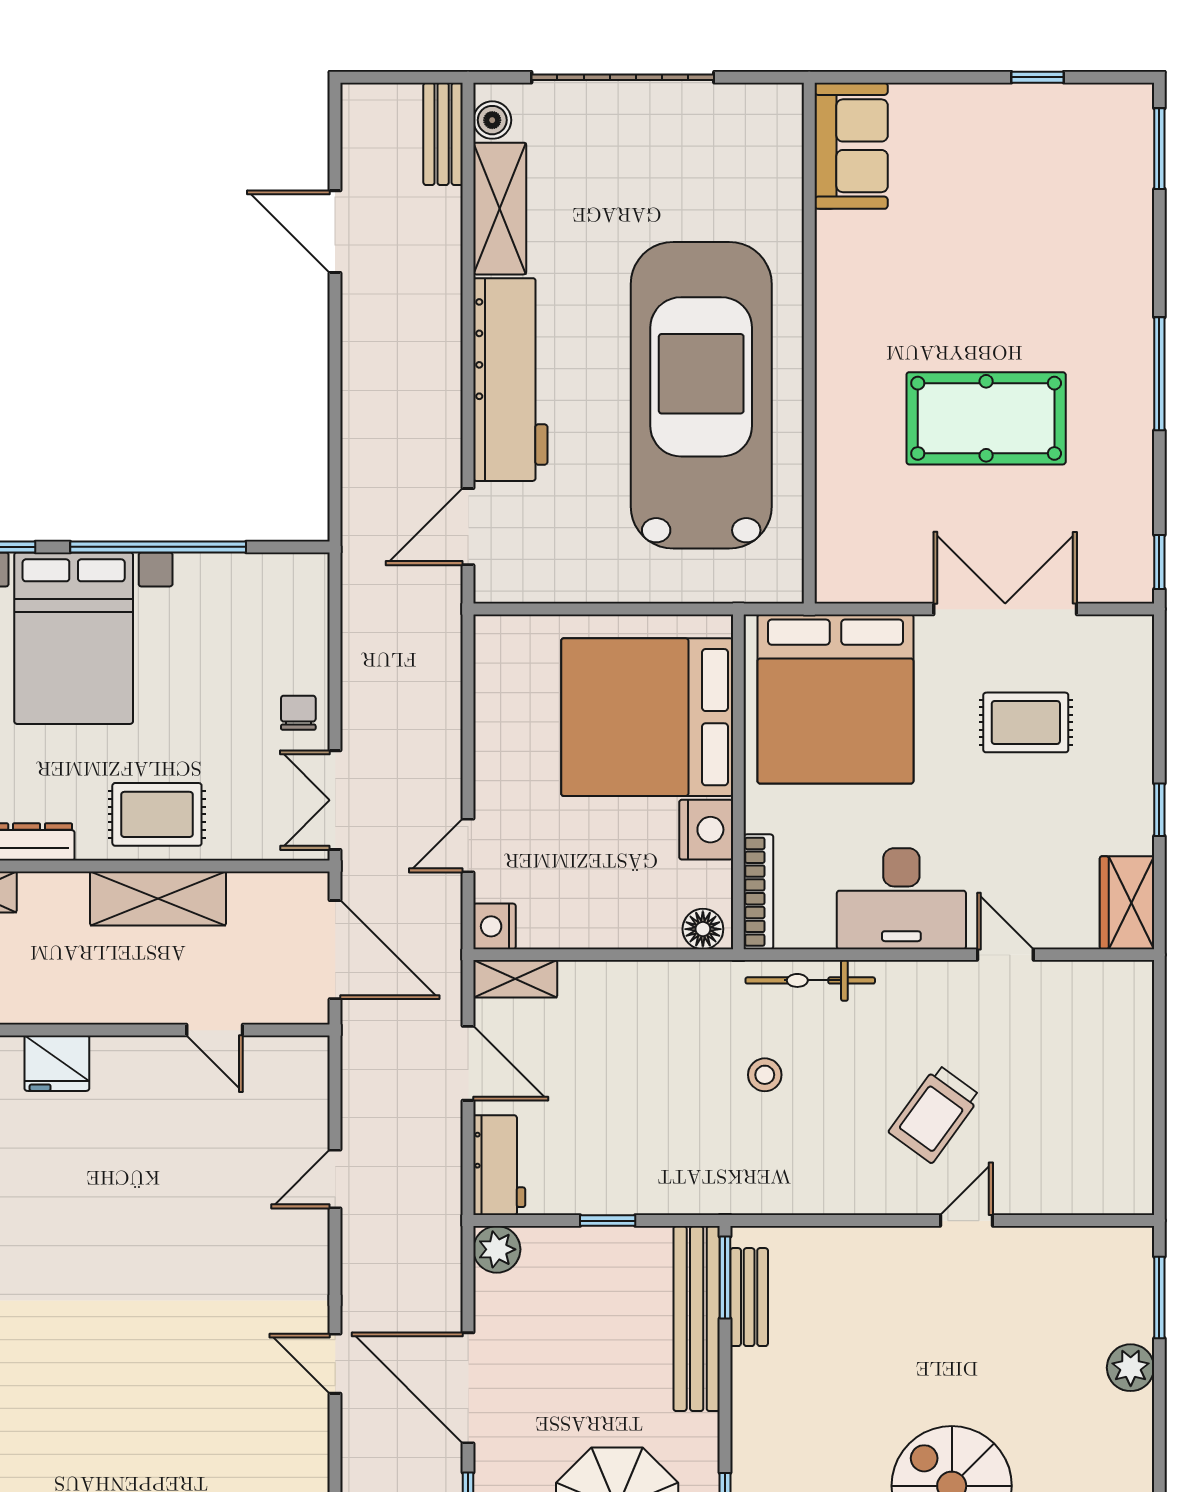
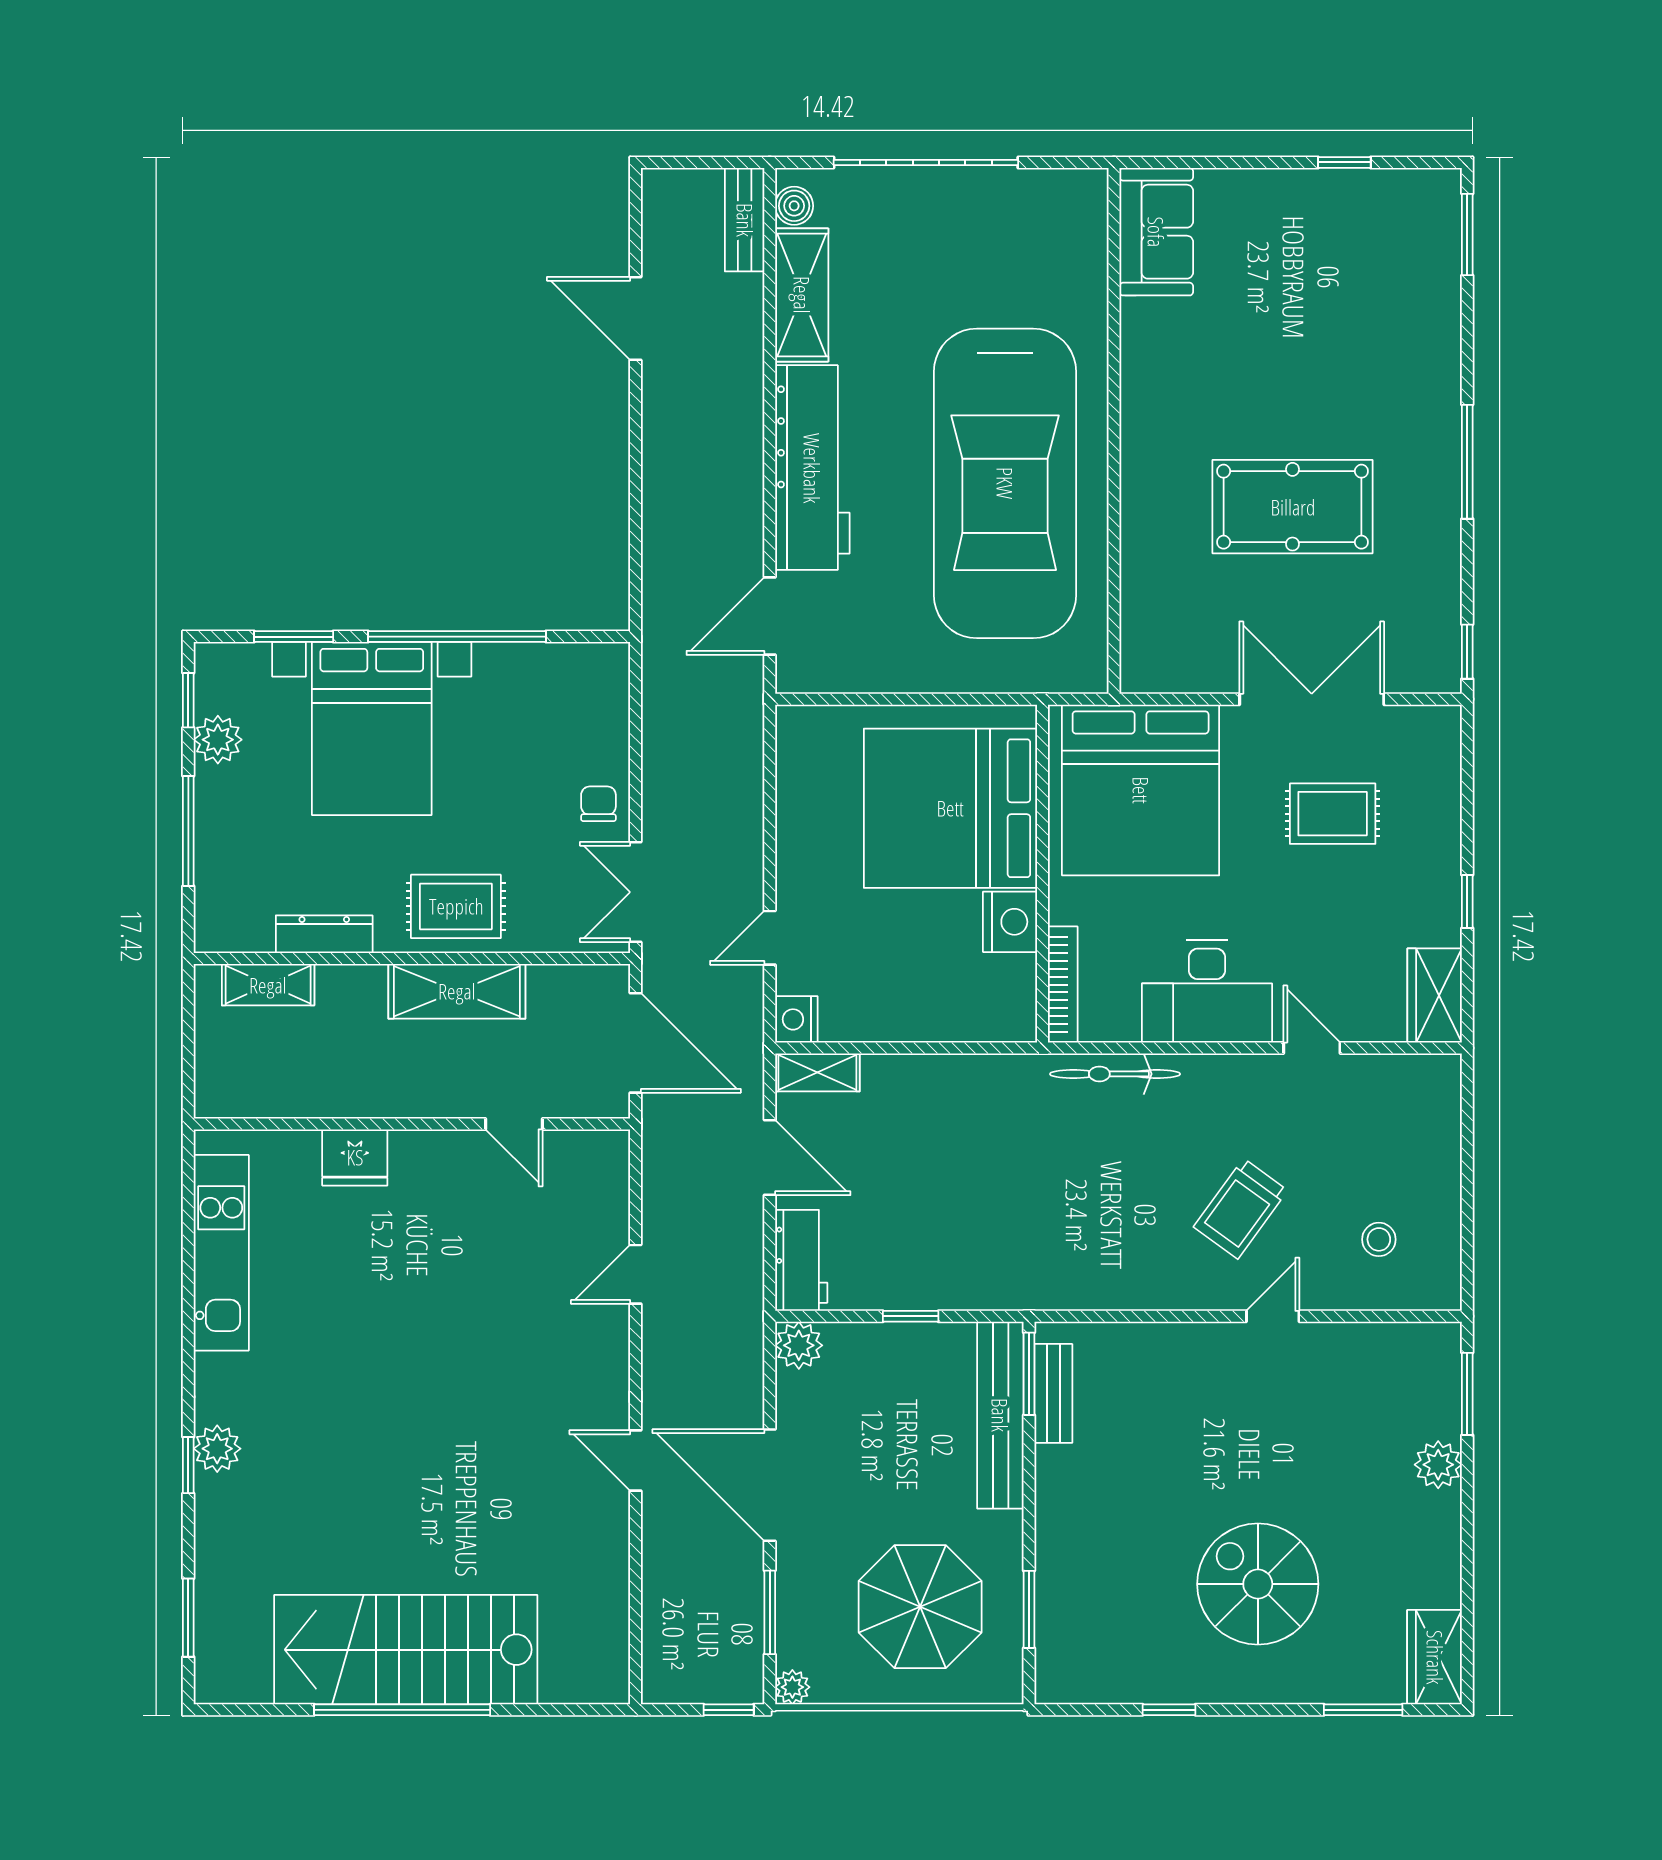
car: (701, 395) -> (1005, 483), turned 180
floor lamp: (703, 929) -> (1007, 1022), removed
stool: (765, 1075) -> (1379, 1239), moved

